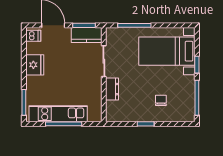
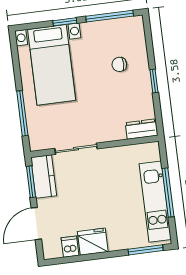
dishwasher: (33, 36) -> (70, 247), moved
dresser: (112, 89) -> (141, 129), moved

